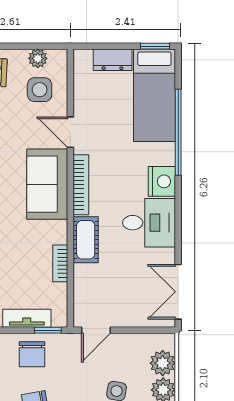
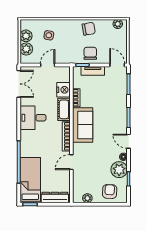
dresser: (113, 60) -> (55, 198), width x1.44
side table: (40, 90) -> (87, 183), removed
door: (70, 132) -> (71, 162), swing flipped
nightstand: (162, 181) -> (63, 90), moved, turned 180
sofa: (47, 184) -> (83, 125), moved
door: (96, 330) -> (48, 65), moved

